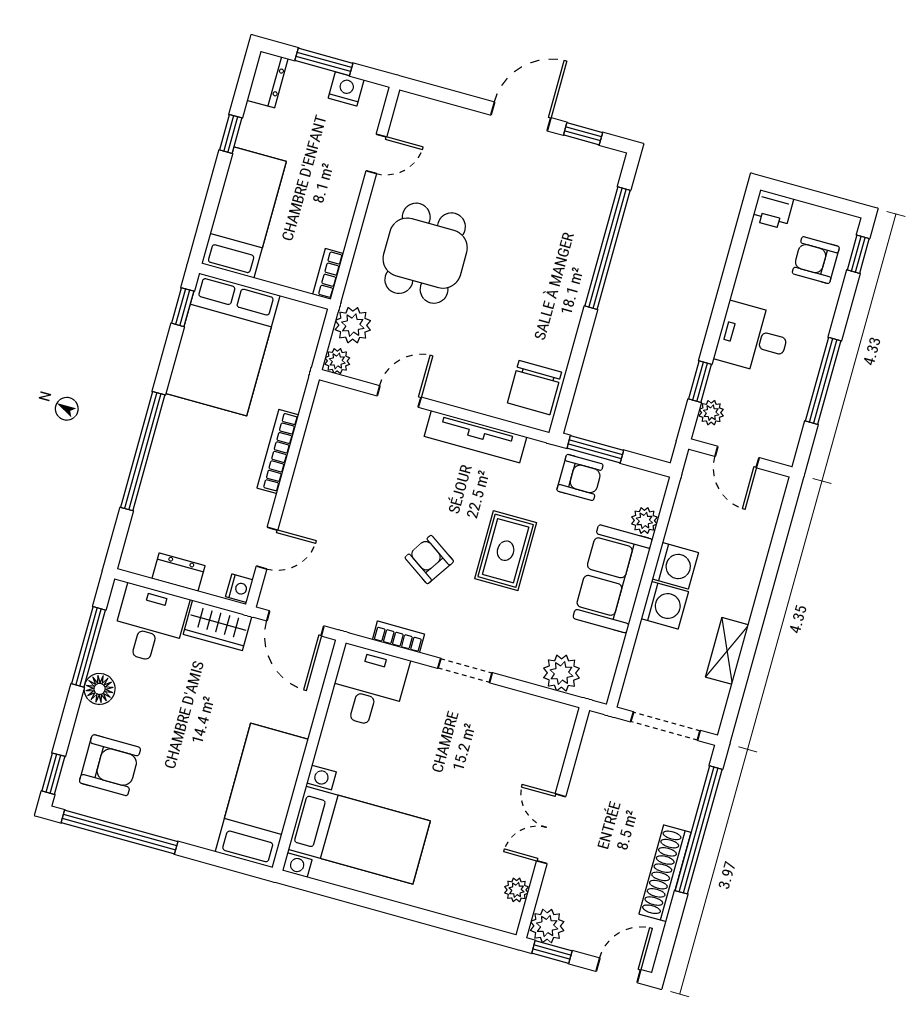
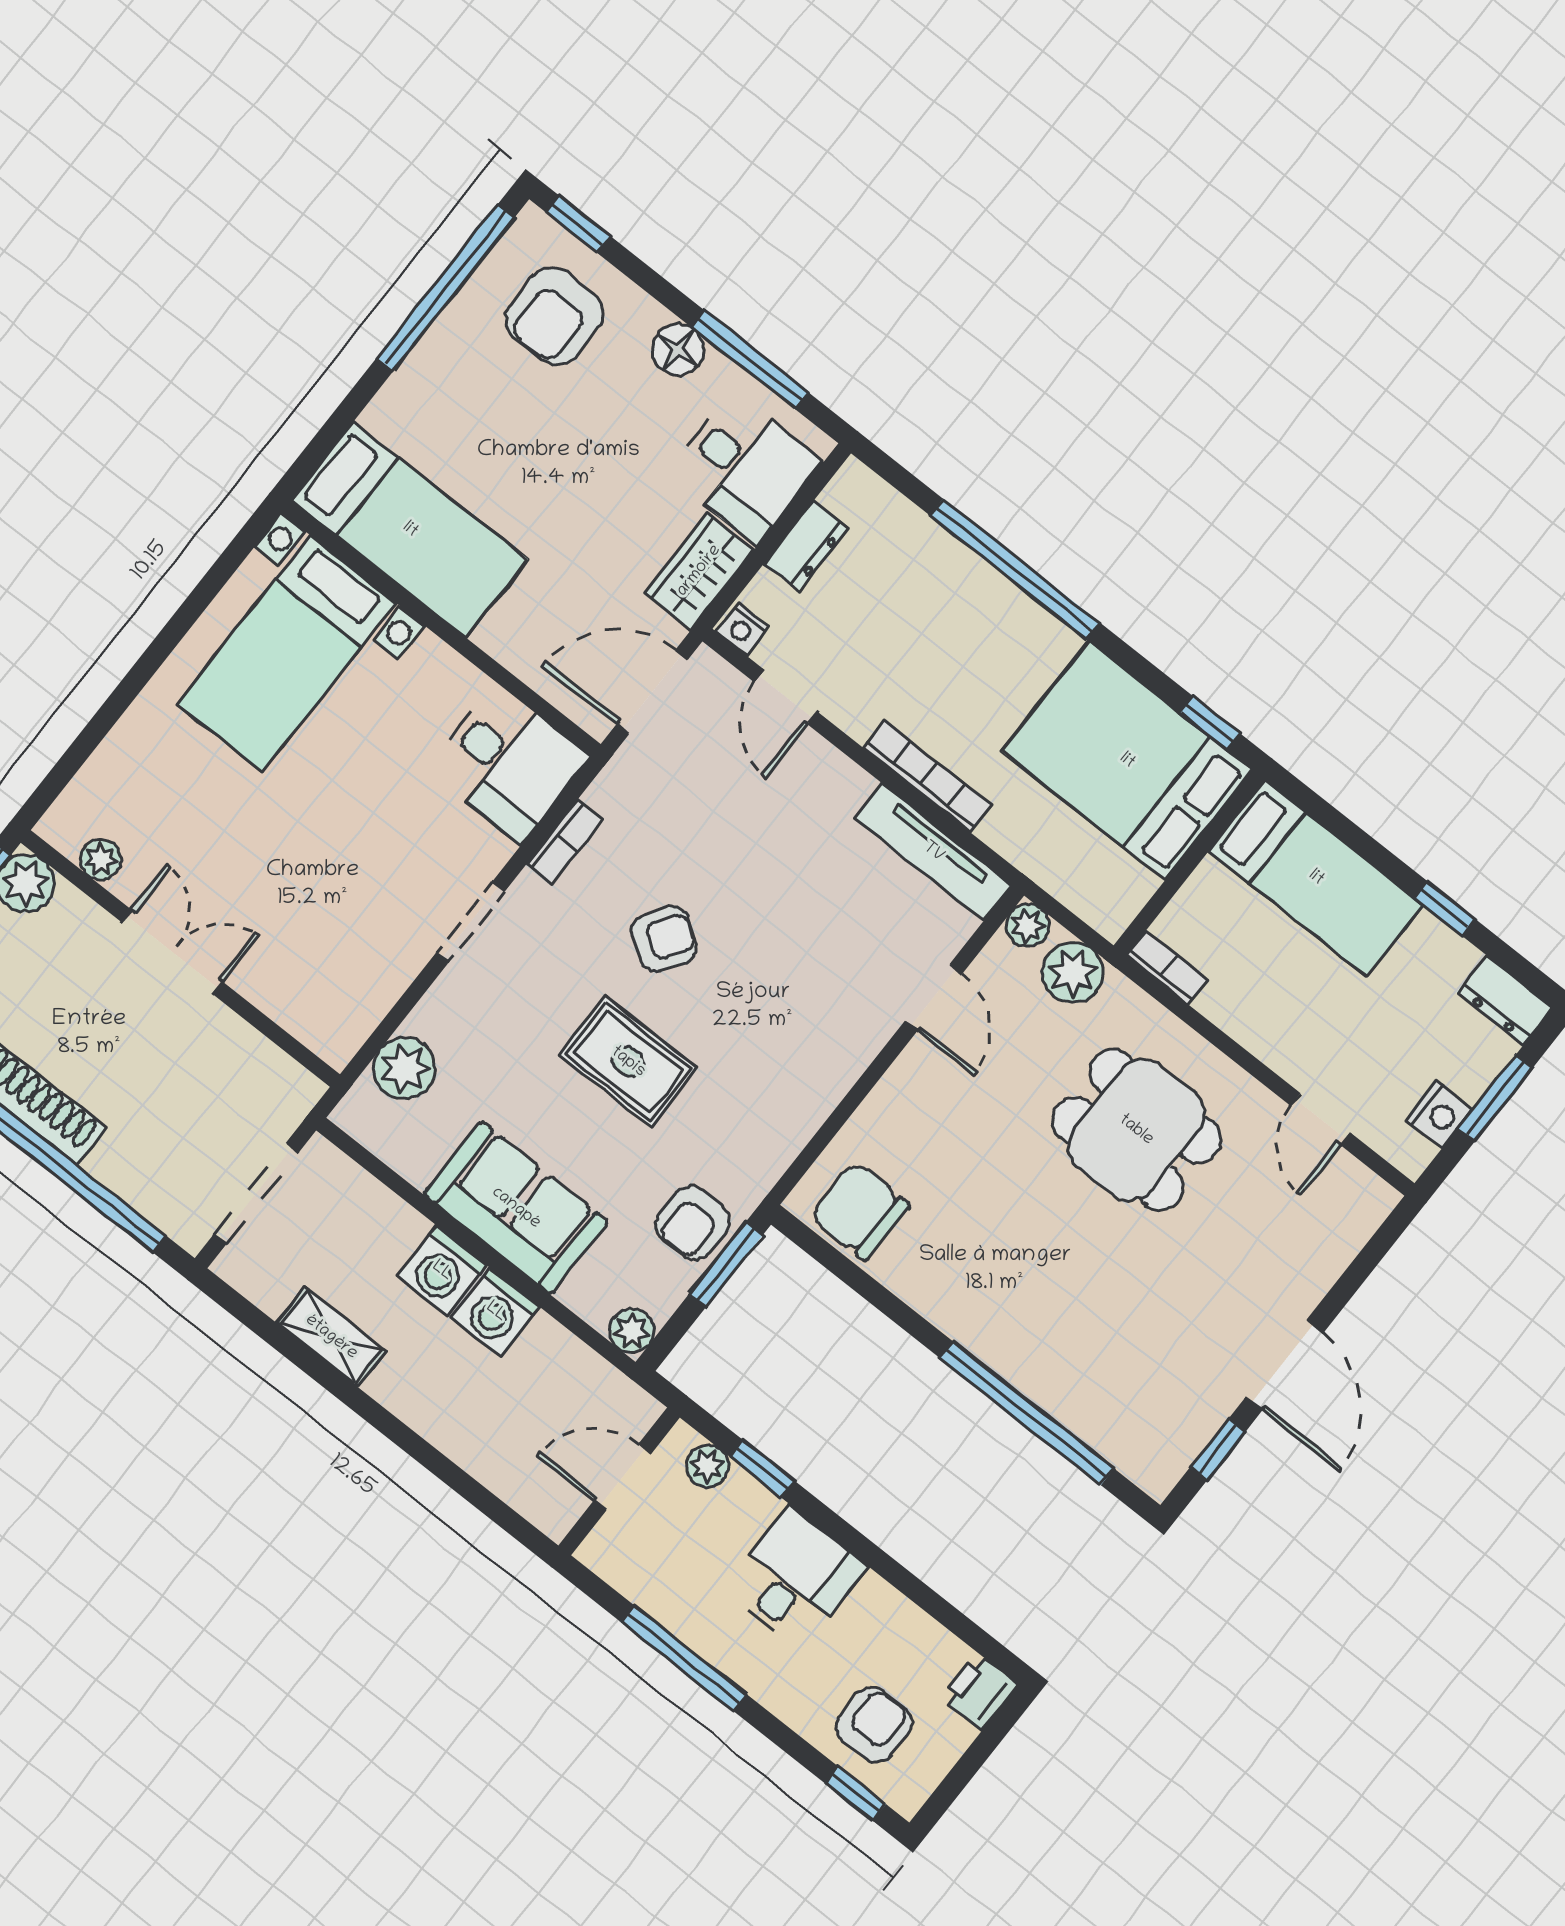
tv unit: (475, 437) -> (933, 852), moved, turned -90
plant: (644, 521) -> (632, 1331), moved

